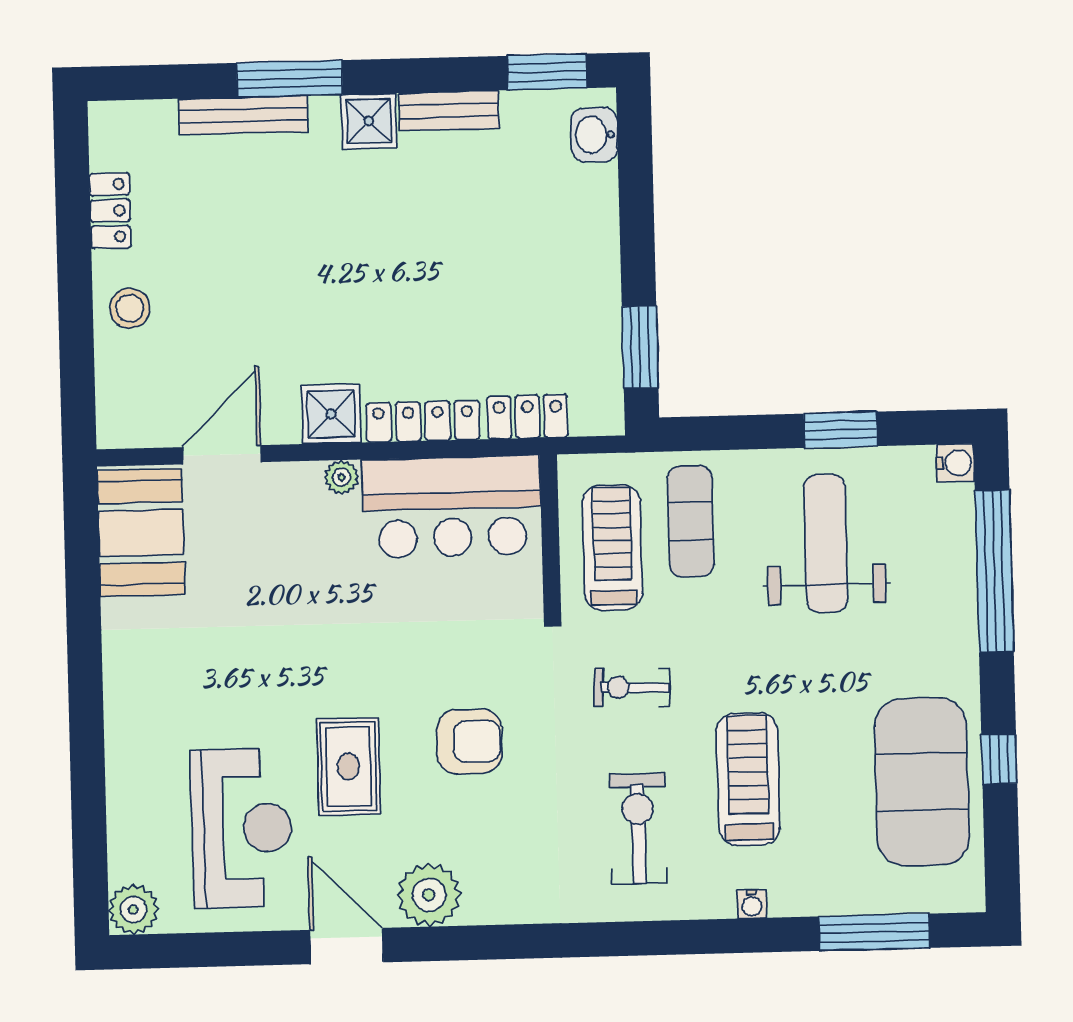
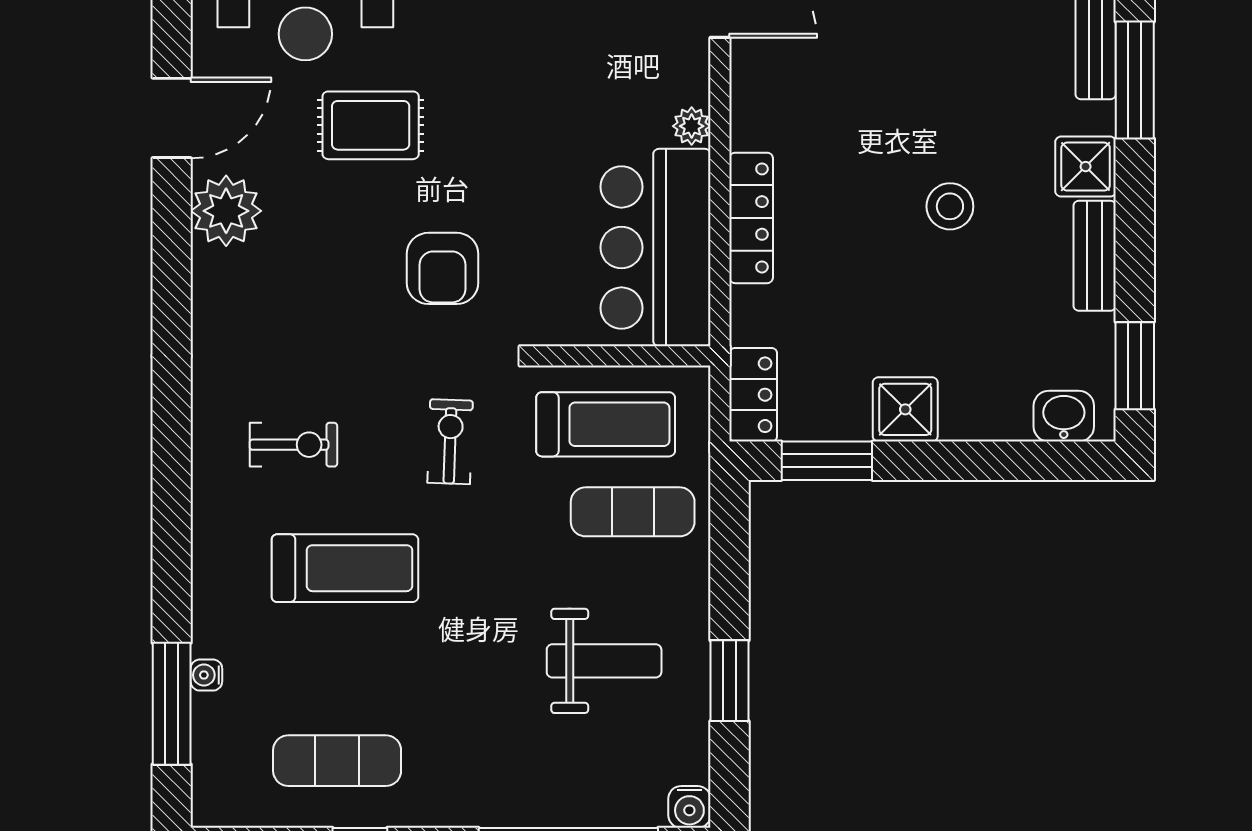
stool: (408, 242) -> (950, 206), added
shower: (331, 414) -> (905, 409), moved
locker: (528, 417) -> (753, 395), moved
weight bench: (826, 543) -> (604, 661), width x0.73, depth x0.75
armchair: (469, 742) -> (443, 268), moved
exercise mat: (922, 782) -> (337, 761), width x0.50, depth x0.69
exercise bike: (638, 829) -> (293, 445), width x0.73, depth x0.72
water cooler: (752, 904) -> (206, 675), moved

